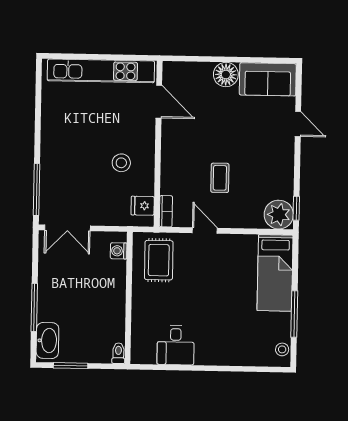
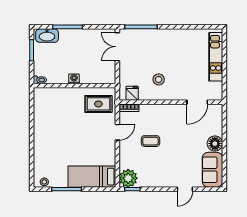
kitchen unit: (101, 71) -> (216, 57), width x0.73
washing machine: (119, 251) -> (74, 79), moved
desk: (176, 345) -> (46, 116), removed

